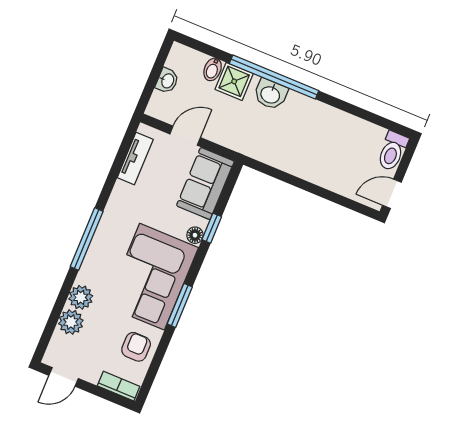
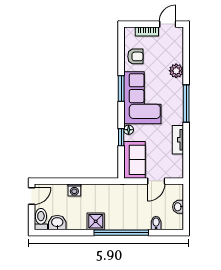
shower: (234, 81) -> (96, 221), moved
washbasin: (270, 94) -> (57, 223), moved
tv unit: (135, 159) -> (178, 140), moved
washing machine: (320, 175) -> (74, 190), added
plant: (71, 322) -> (176, 55), removed
armchair: (136, 347) -> (135, 56), turned -90
bookcase: (119, 386) -> (147, 31), moved

